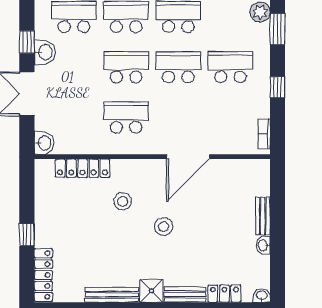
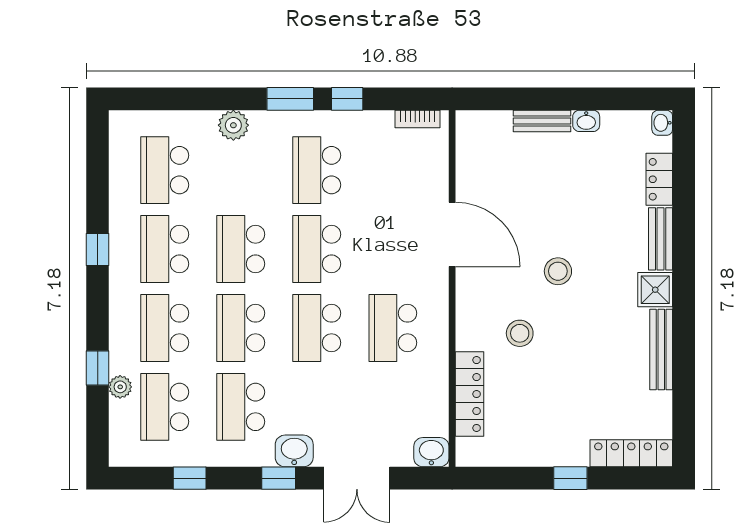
window: (277, 29) -> (290, 99), moved

